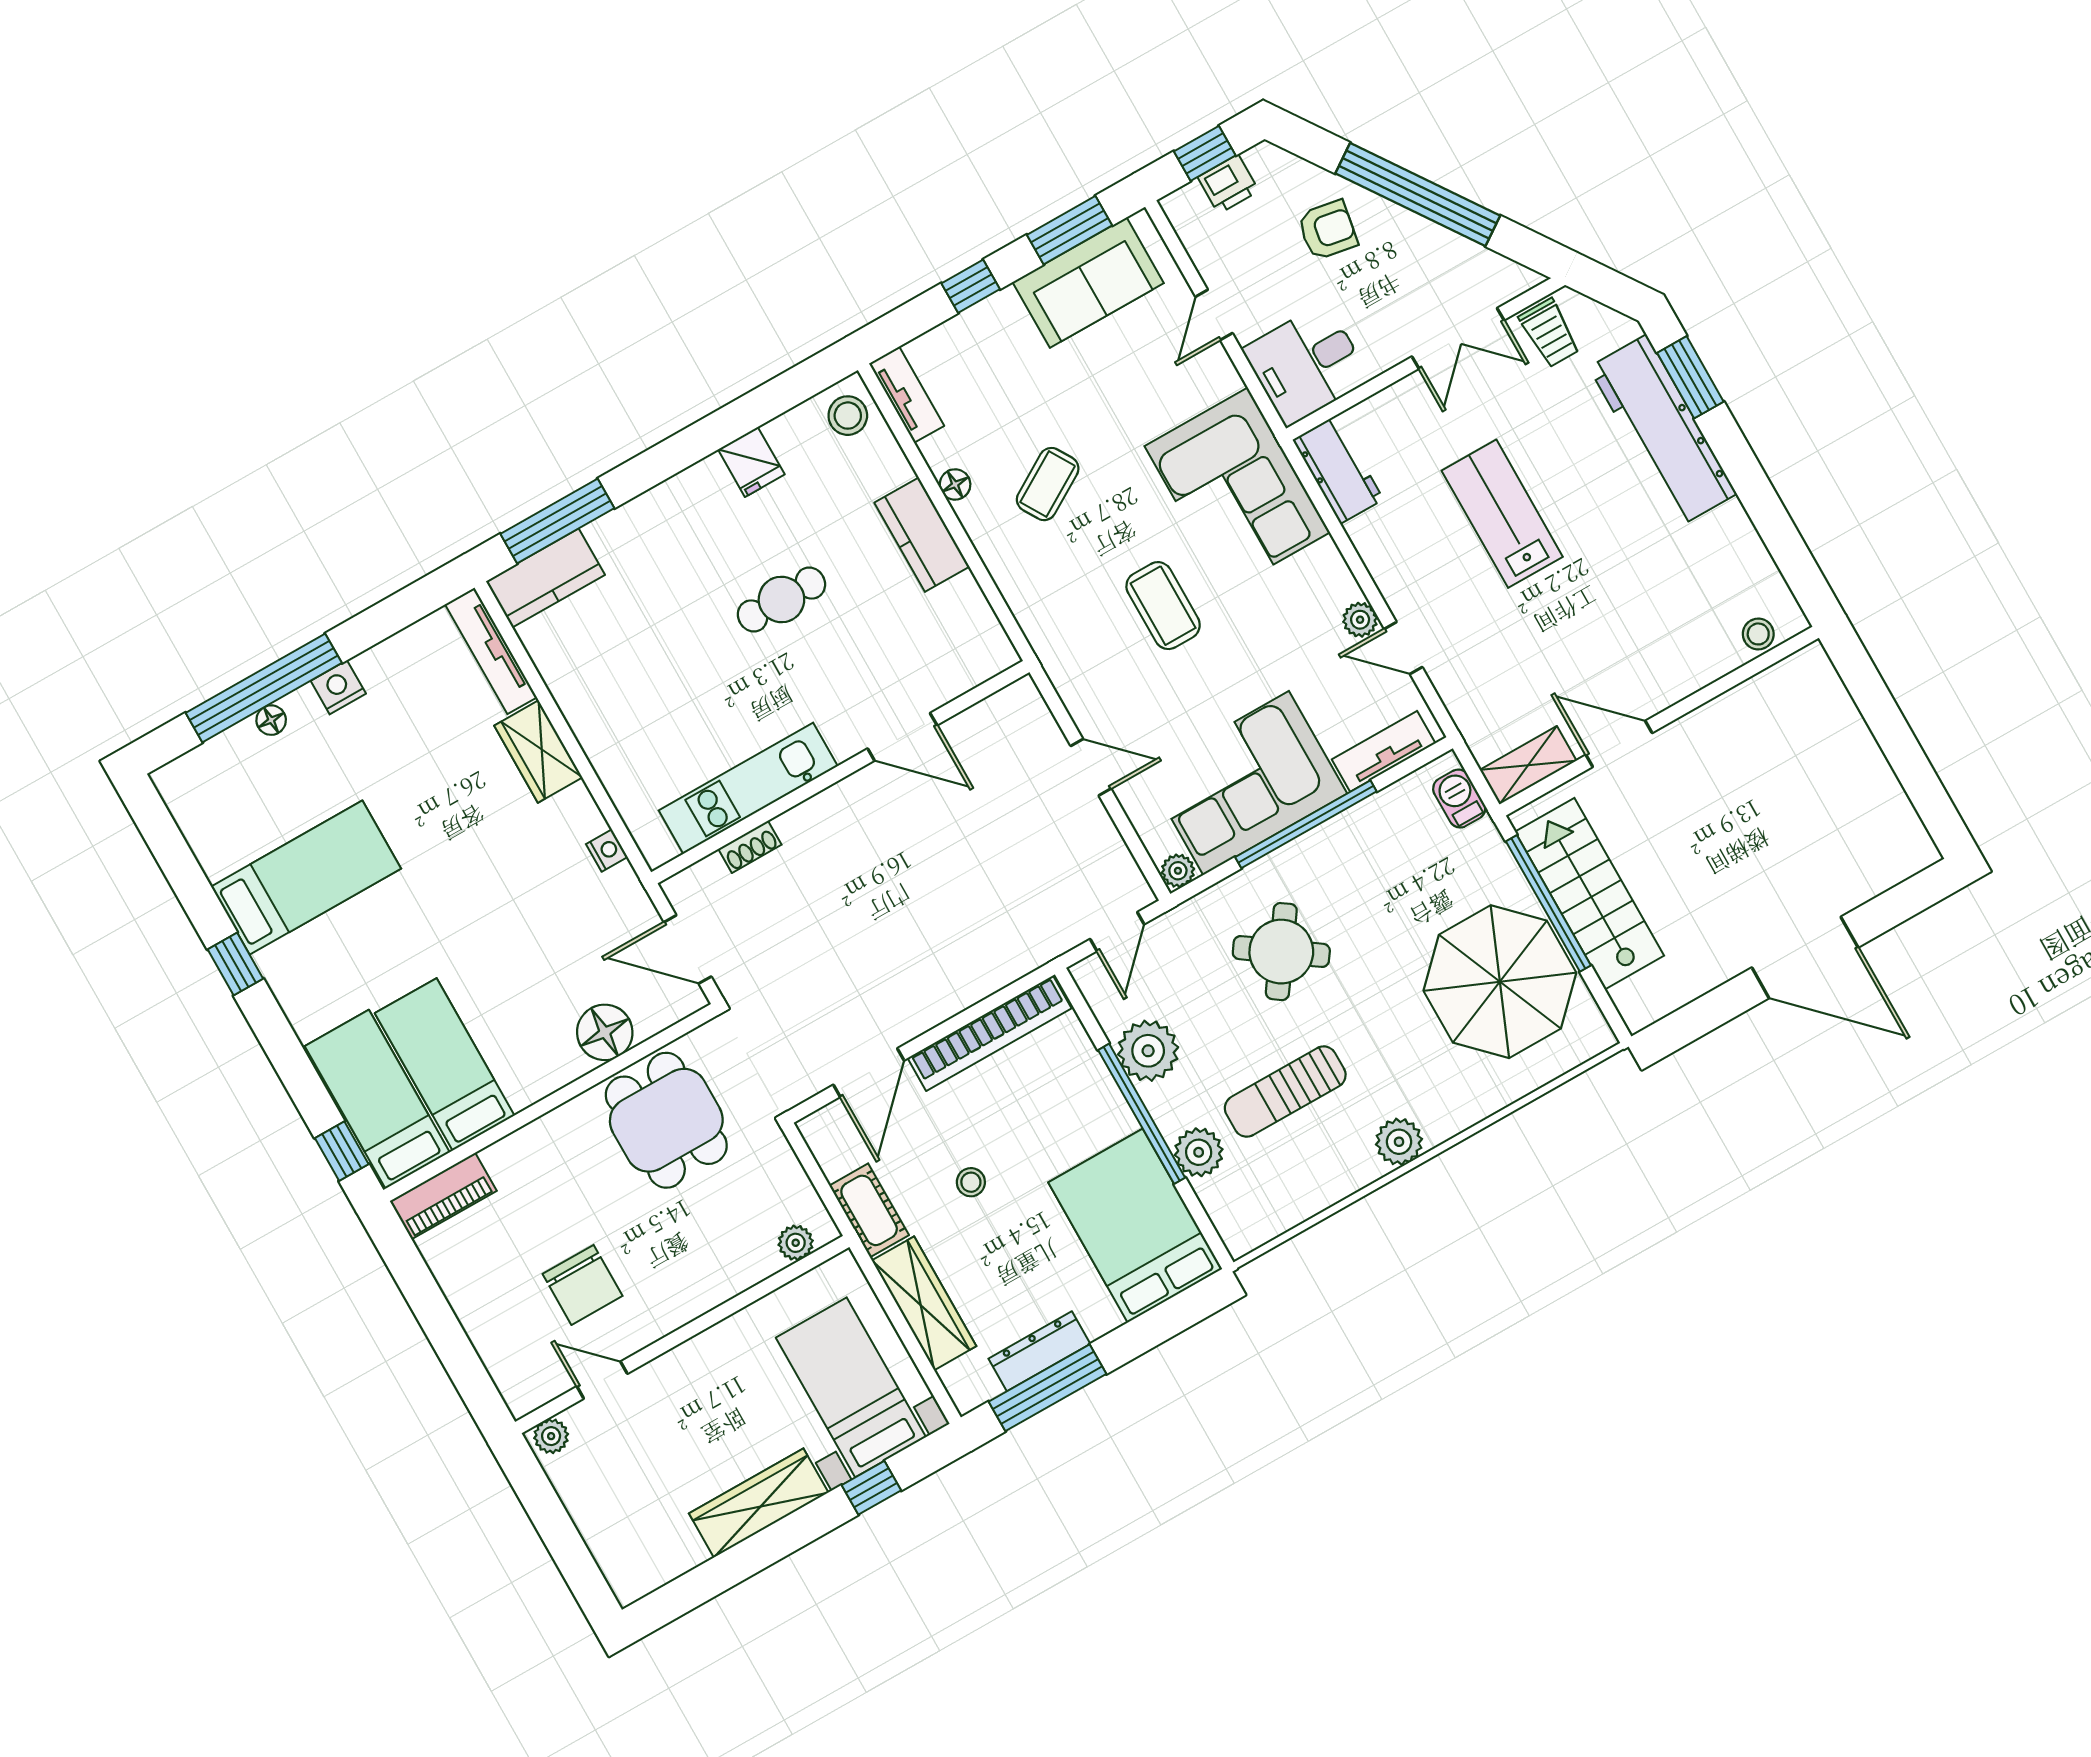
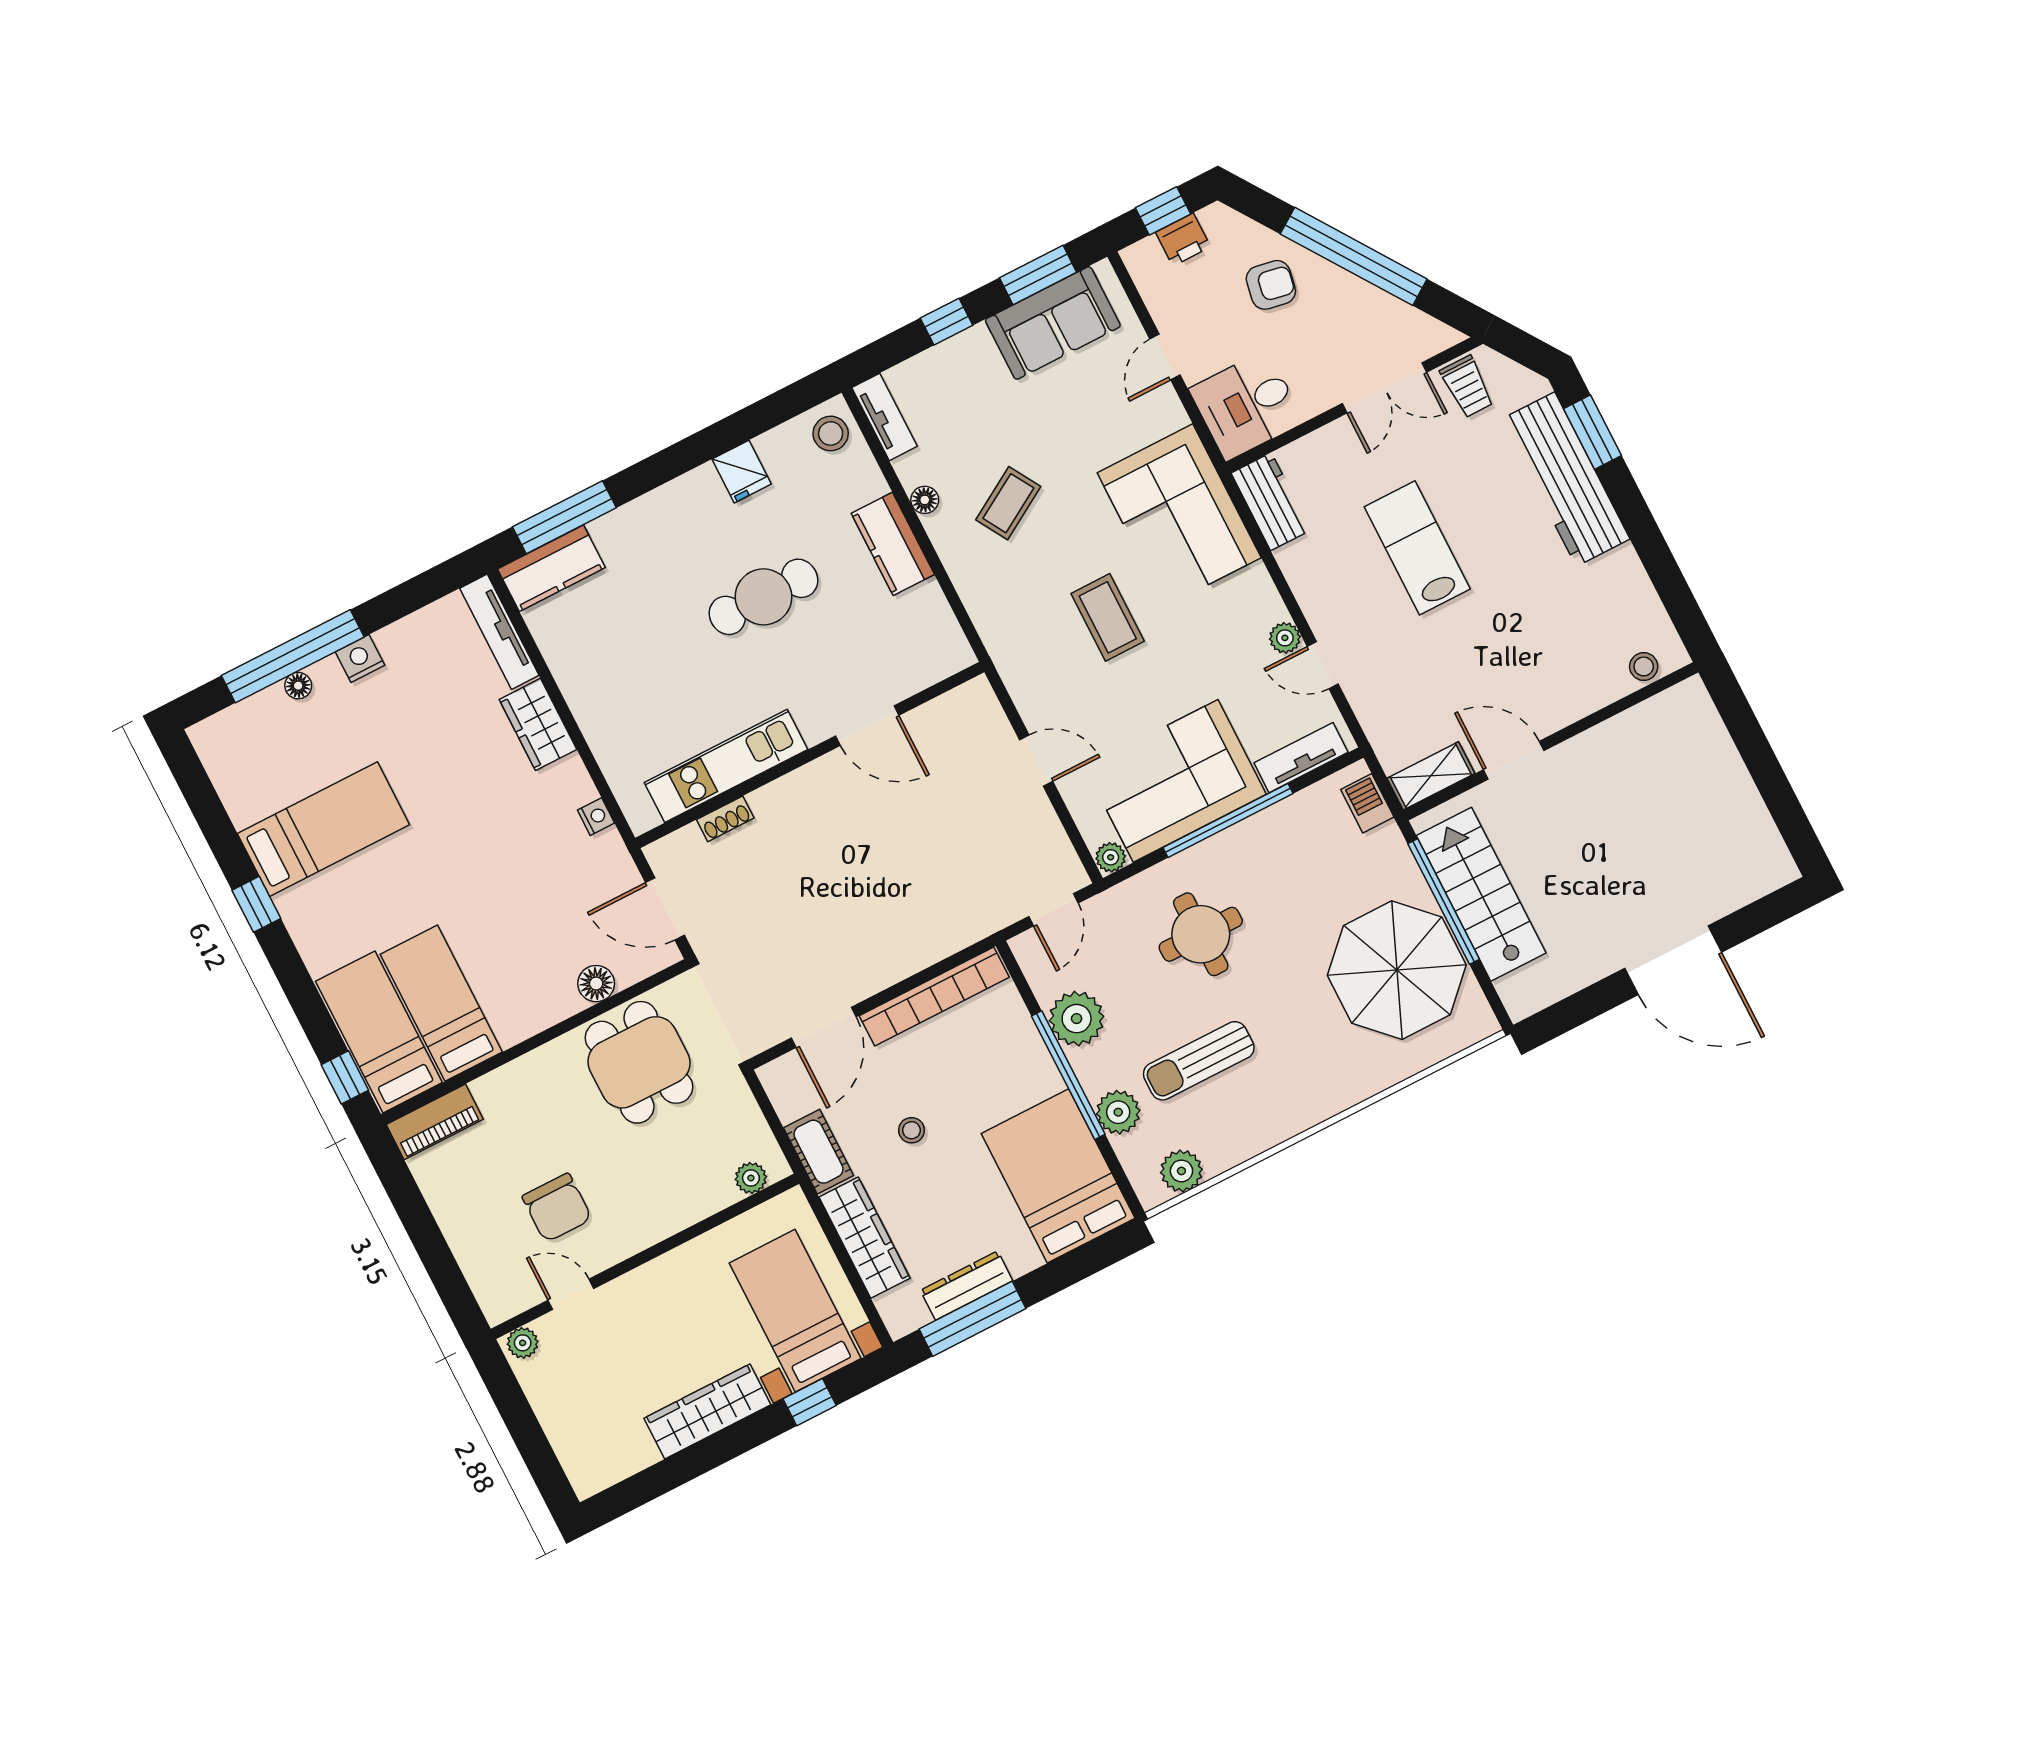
cafe table: (781, 599) -> (764, 597), width x1.37, depth x1.35
round table: (1281, 952) -> (1201, 934), turned -35
floor lamp: (605, 1032) -> (596, 984), width x0.73, depth x0.73
plant: (1399, 1142) -> (1181, 1171), moved

